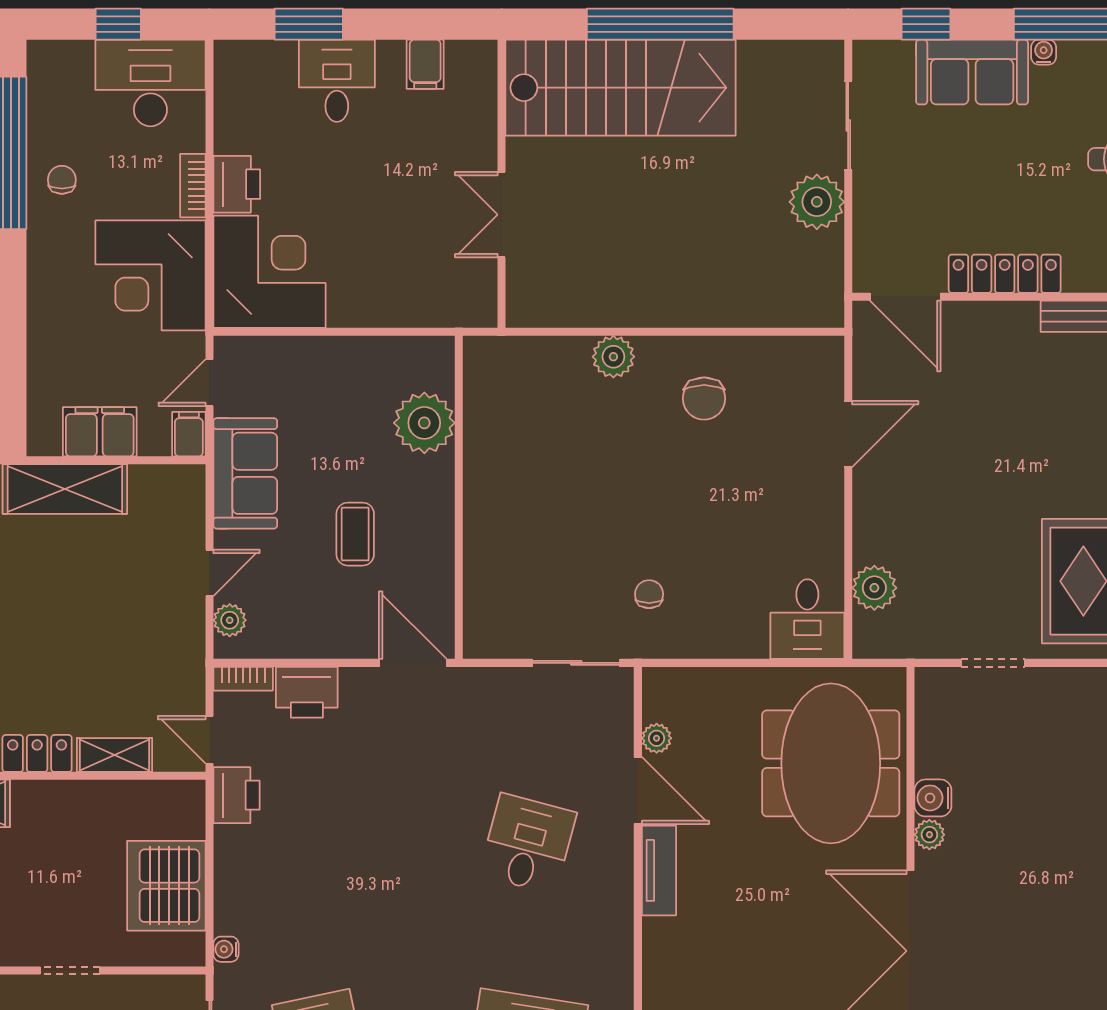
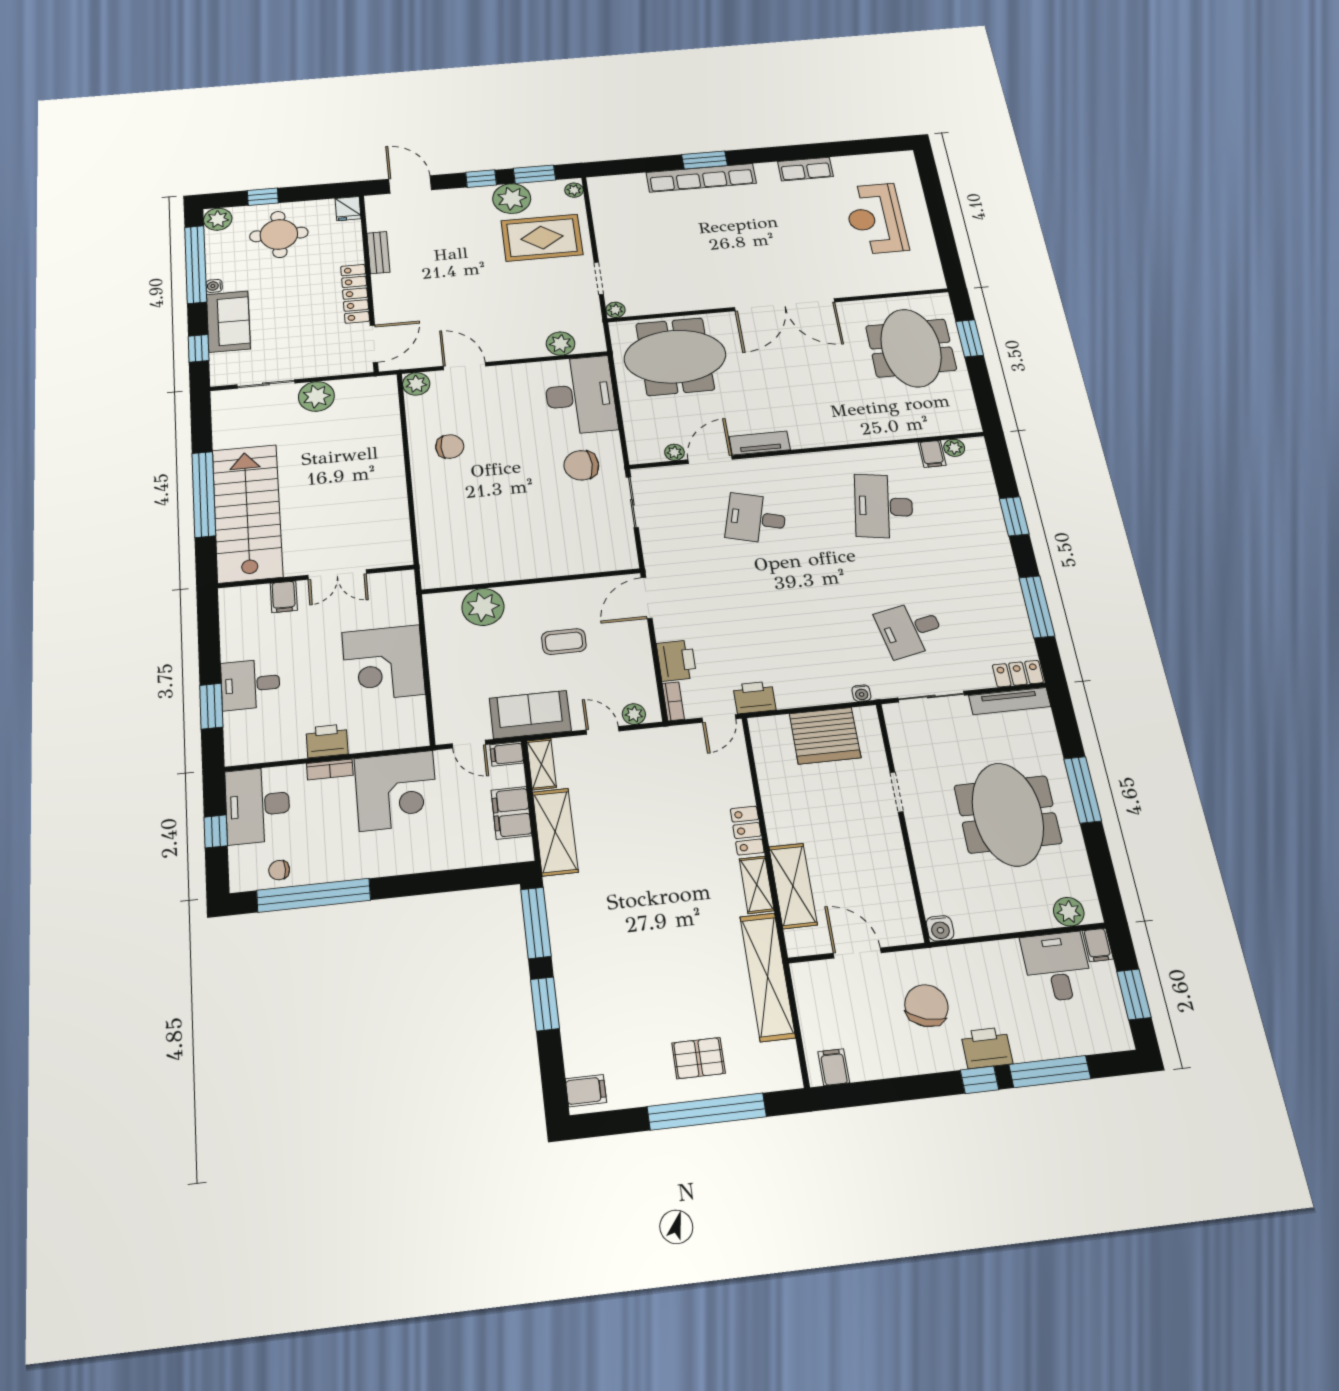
filing cabinet: (425, 64) -> (284, 597), moved, turned 90
chair: (62, 180) -> (279, 870), moved
corner desk: (269, 272) -> (383, 663), moved, turned -90
plant: (613, 357) -> (416, 384), moved
chair: (649, 594) -> (581, 465), width x1.87, depth x1.87
desk: (807, 619) -> (580, 395), width x1.87, depth x1.30
shelving: (114, 755) -> (542, 764), moved
water cooler: (933, 798) -> (688, 302), removed
plant: (929, 835) -> (615, 310), moved

